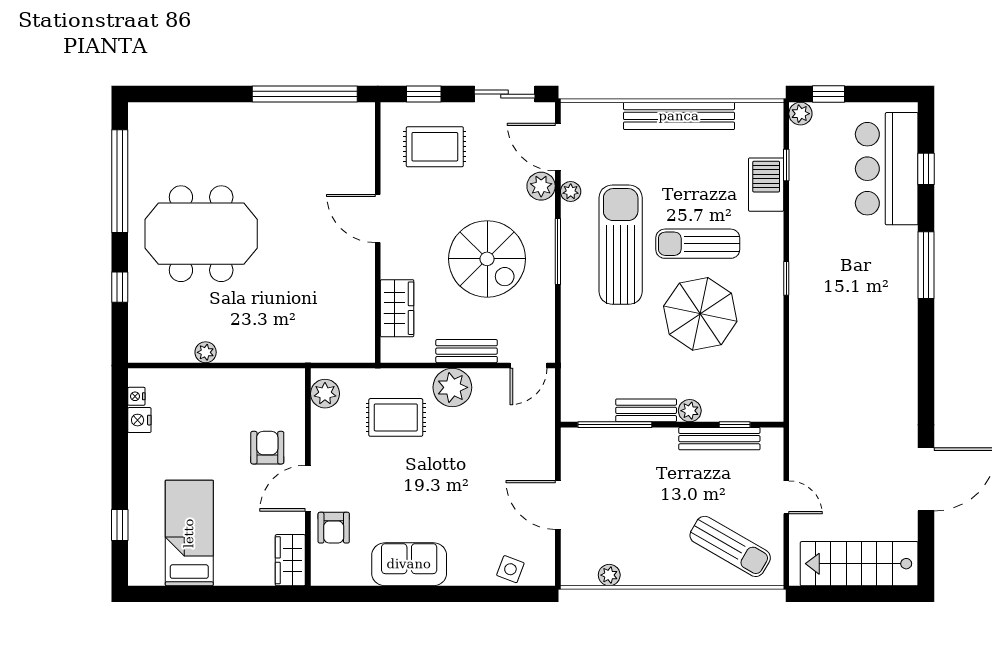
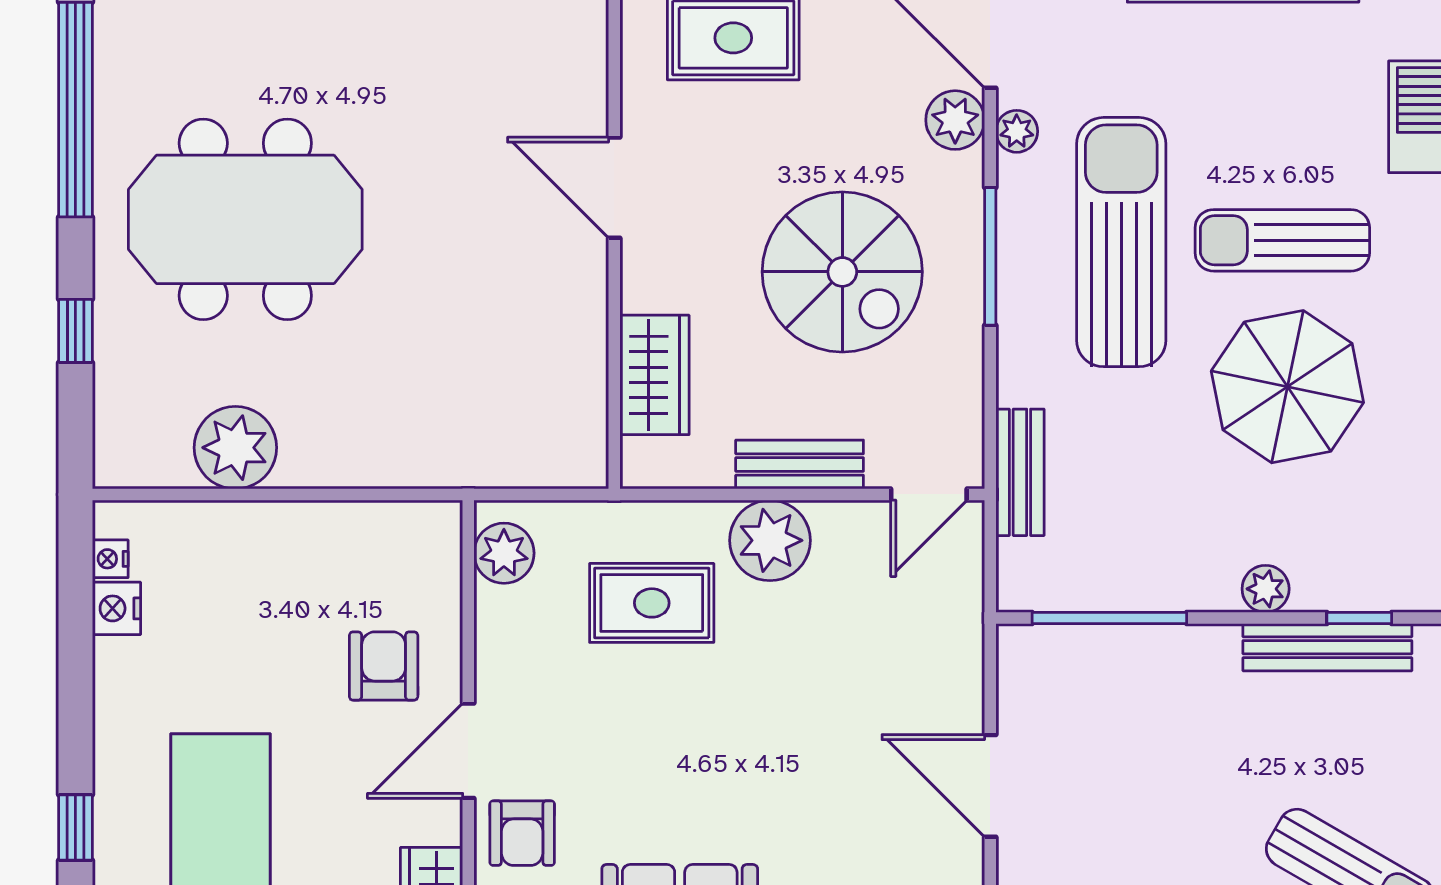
plant: (206, 352) -> (235, 448), width x1.88, depth x1.88
bench: (646, 410) -> (1020, 472), moved, turned 90

